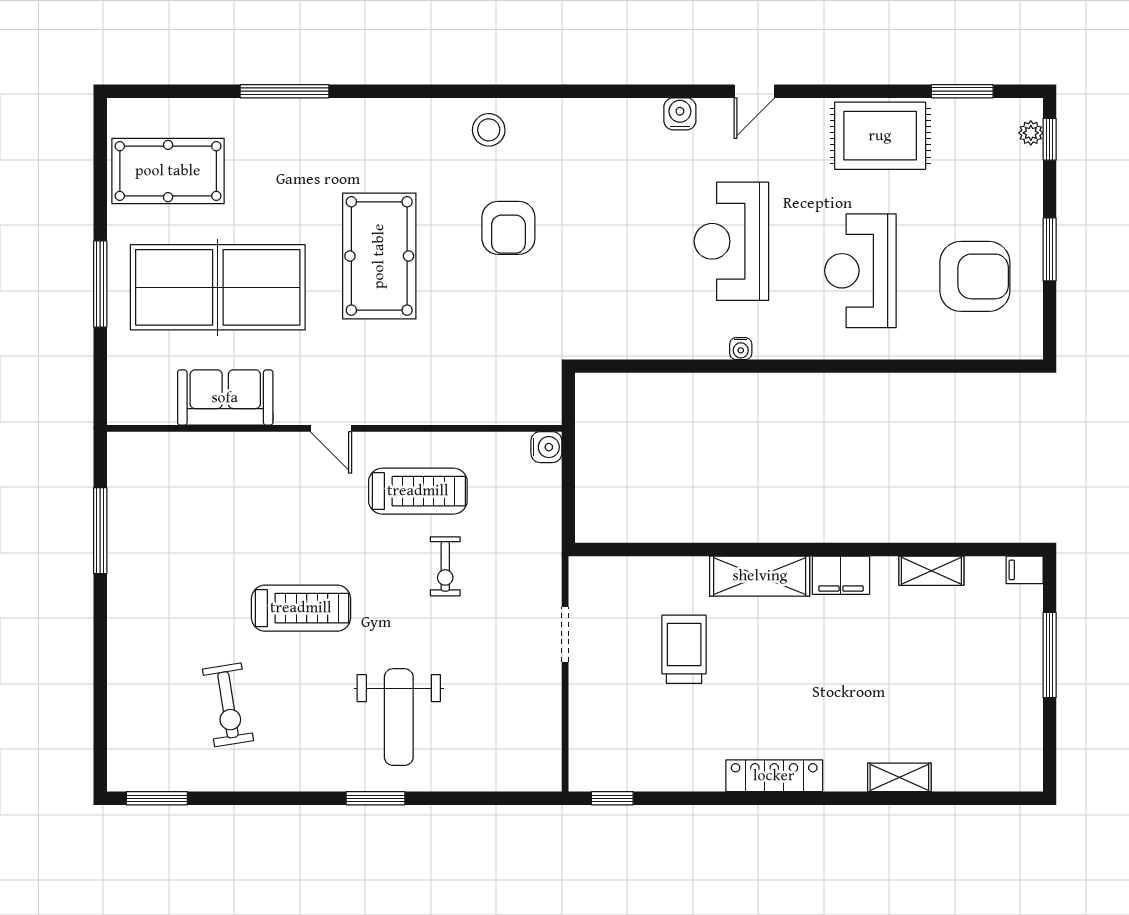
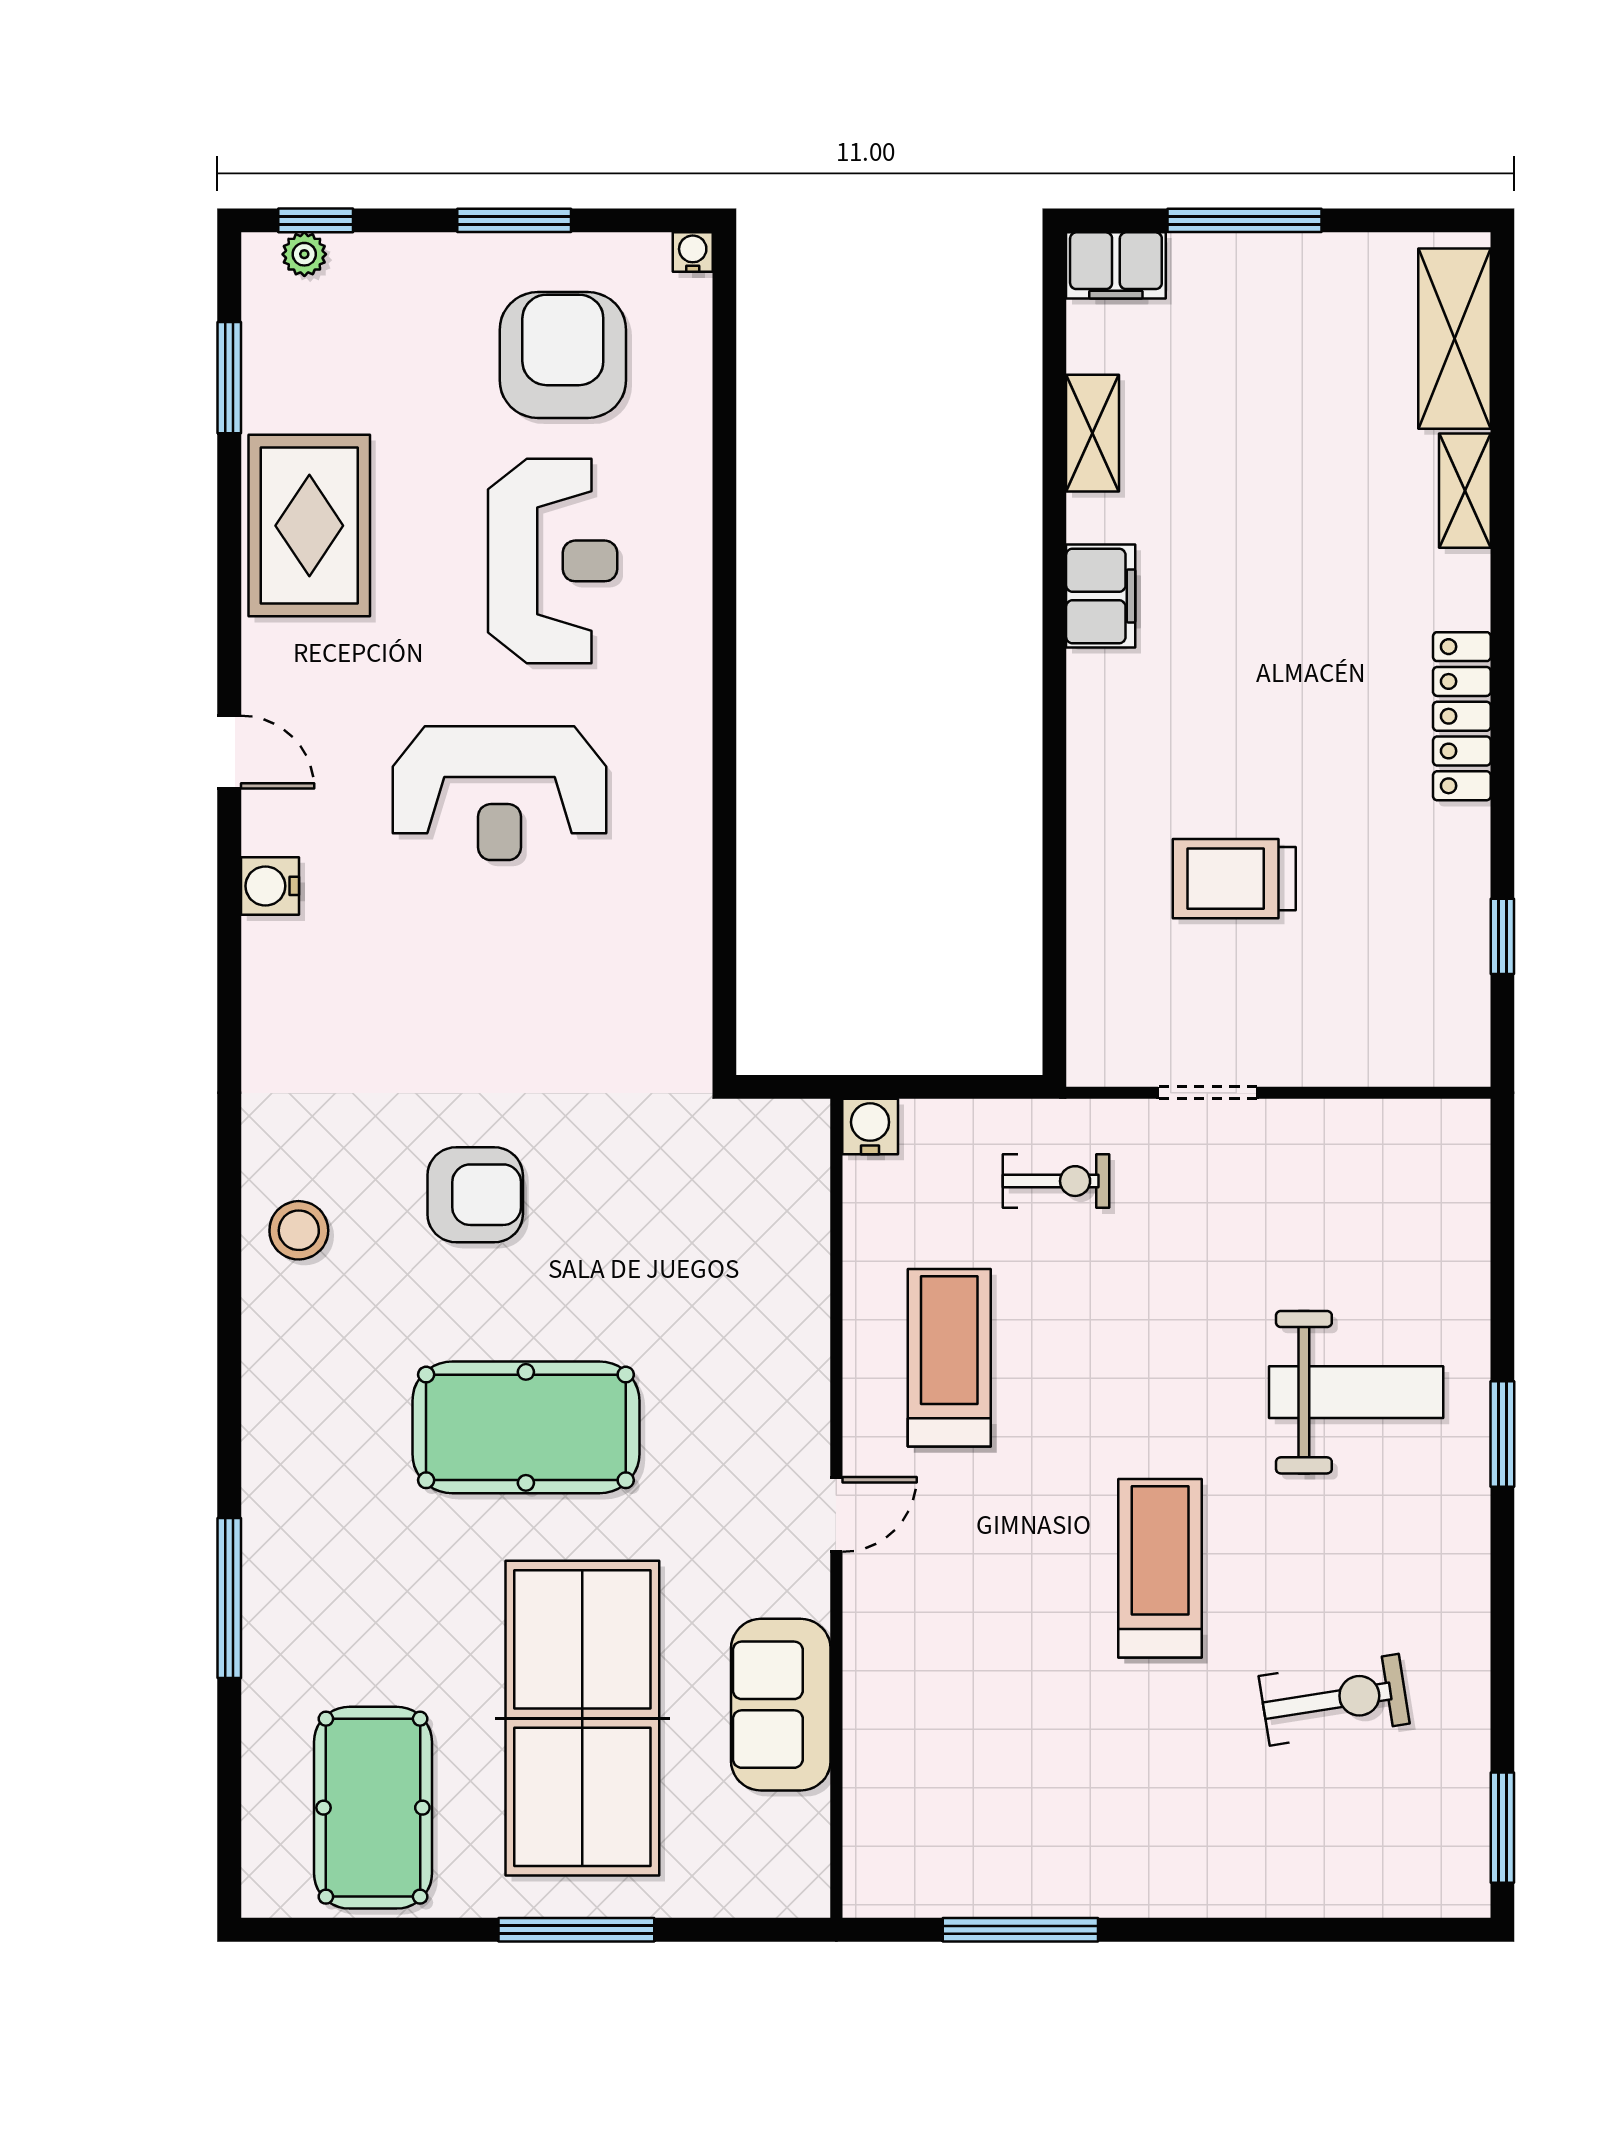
reception desk: (860, 271) -> (553, 561), turned -90
water cooler: (741, 349) -> (693, 252), moved, turned -90
exercise bike: (445, 566) -> (1056, 1181), moved
filing cabinet: (1025, 570) -> (1116, 265), width x2.00
shelving: (760, 576) -> (1455, 339), moved
window: (612, 798) -> (1502, 936), moved

